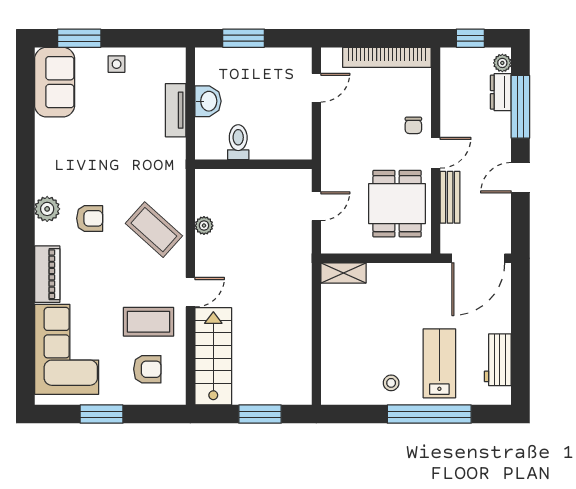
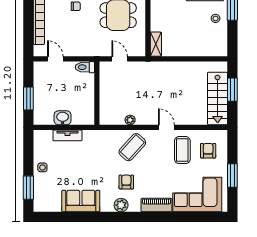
sofa: (55, 82) -> (81, 201), moved
toilet: (238, 142) -> (85, 67), moved
stairs: (213, 356) -> (218, 98), moved, turned -90

